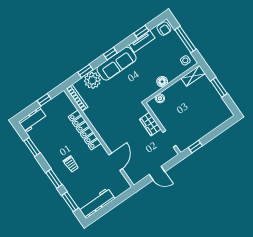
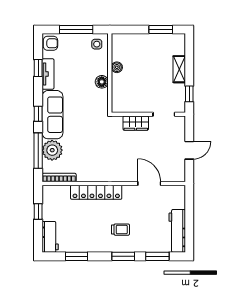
window: (85, 71) -> (38, 151), width x2.17
shelving: (193, 76) -> (179, 69), moved
window: (219, 87) -> (161, 30), moved
boiler: (160, 98) -> (117, 67), moved

